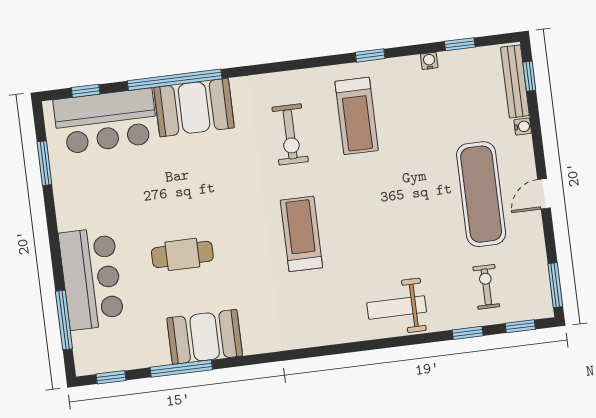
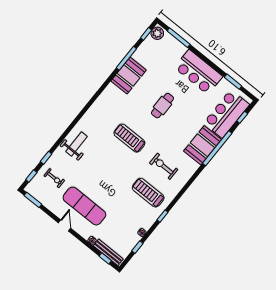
treadmill: (301, 234) -> (129, 138), turned 180
cafe table: (182, 254) -> (163, 106), moved
bar counter: (91, 279) -> (198, 72), moved
plant: (92, 360) -> (157, 33), added

